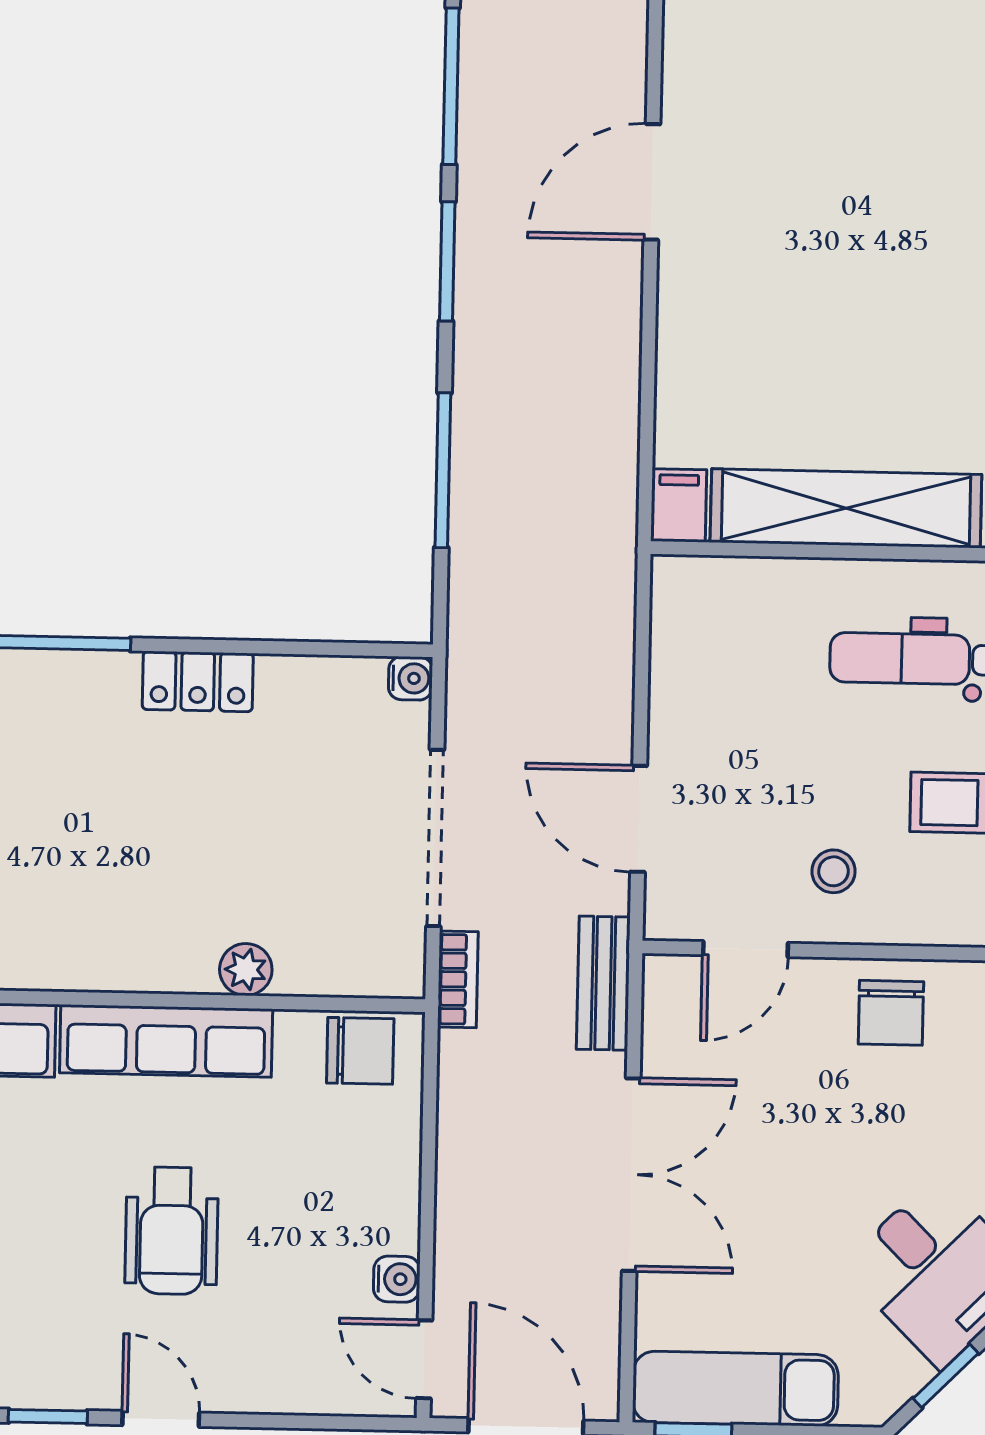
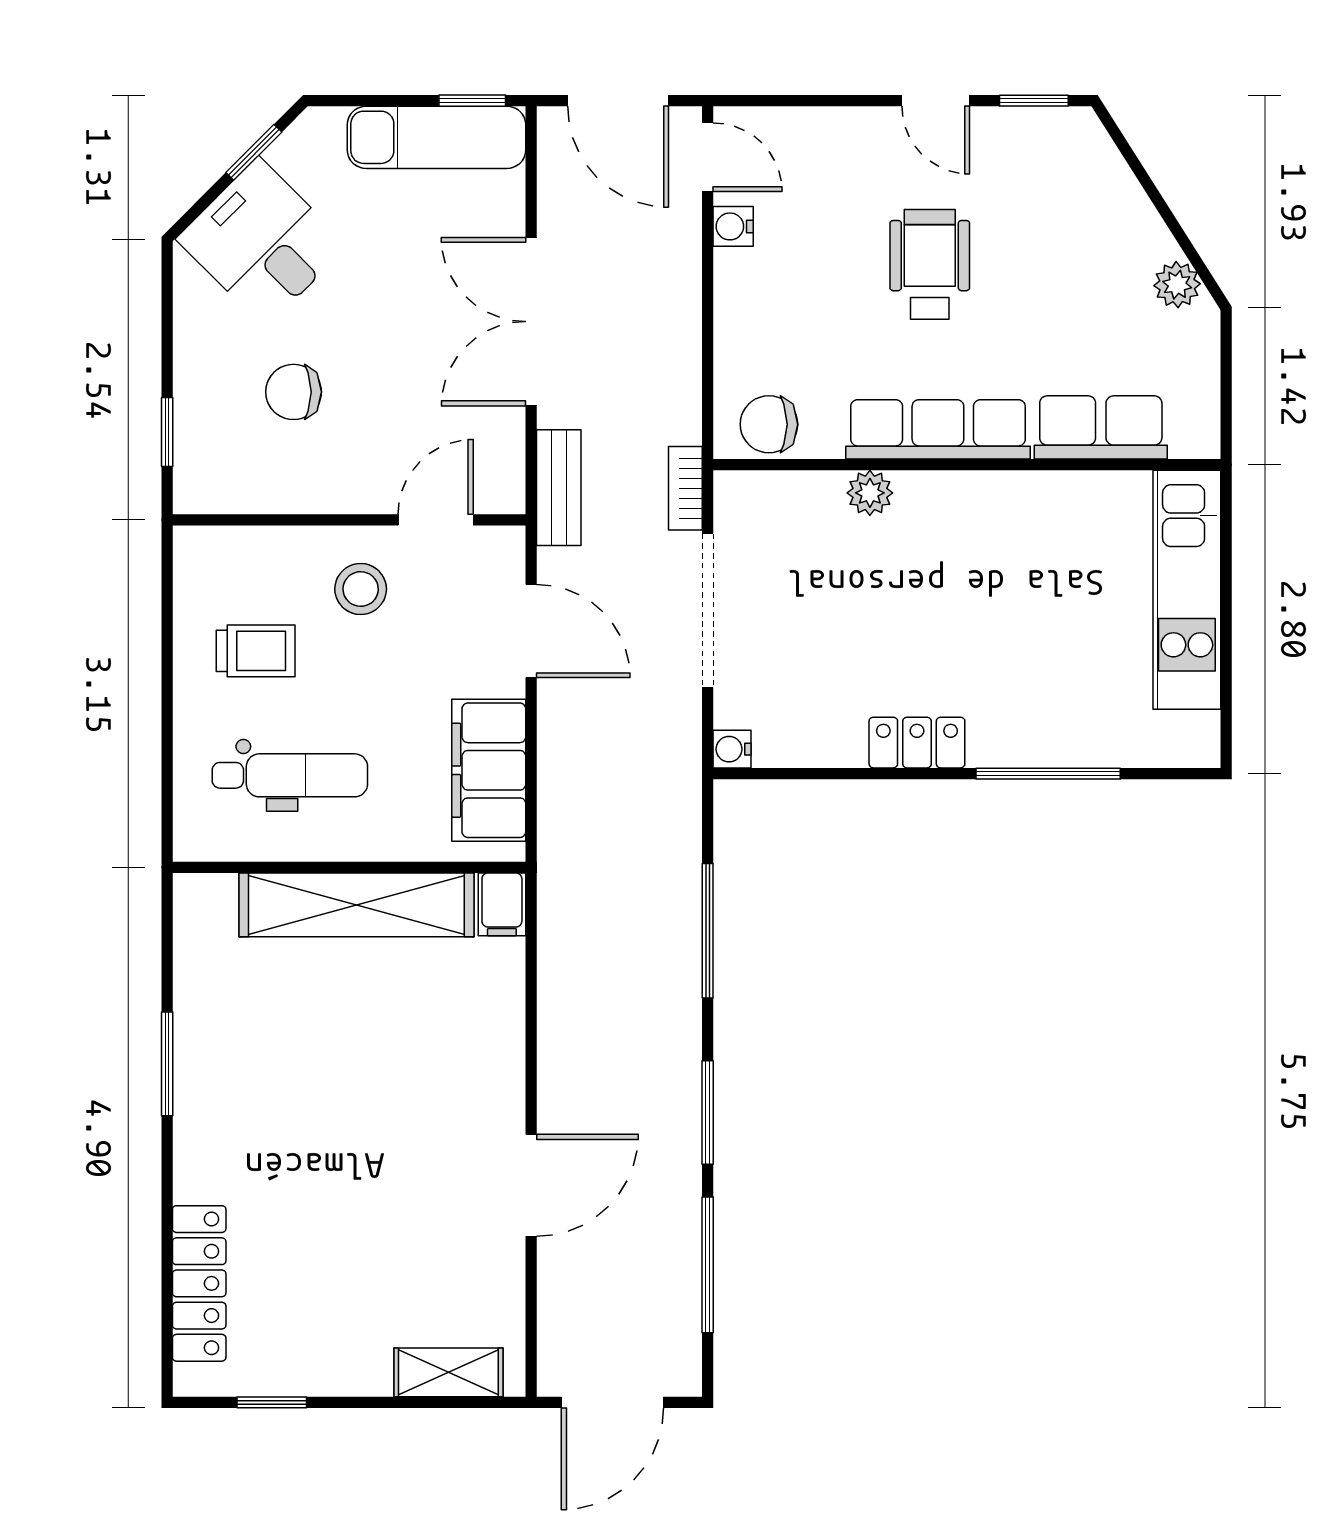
filing cabinet: (691, 660) -> (489, 770), added
stool: (833, 871) -> (361, 589), width x1.37, depth x1.37
chair: (891, 1013) -> (294, 392), moved, turned -90

